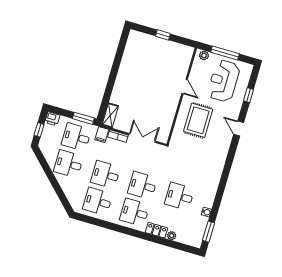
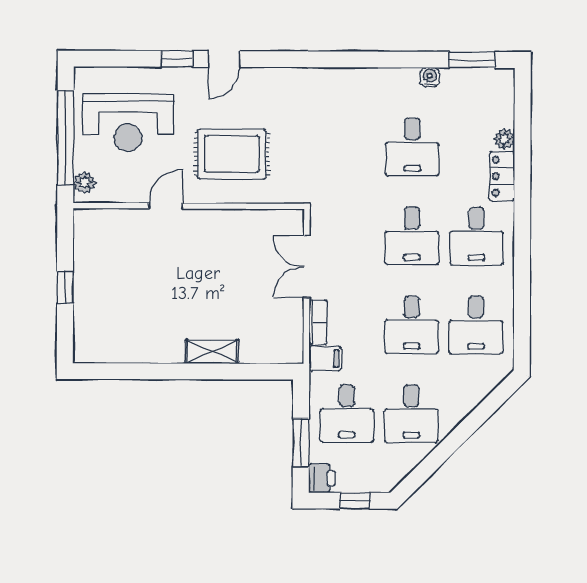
window: (225, 53) -> (66, 138), width x1.46
window: (248, 95) -> (177, 59), moved
shelving: (110, 115) -> (212, 352), moved
window: (83, 118) -> (301, 443), moved

